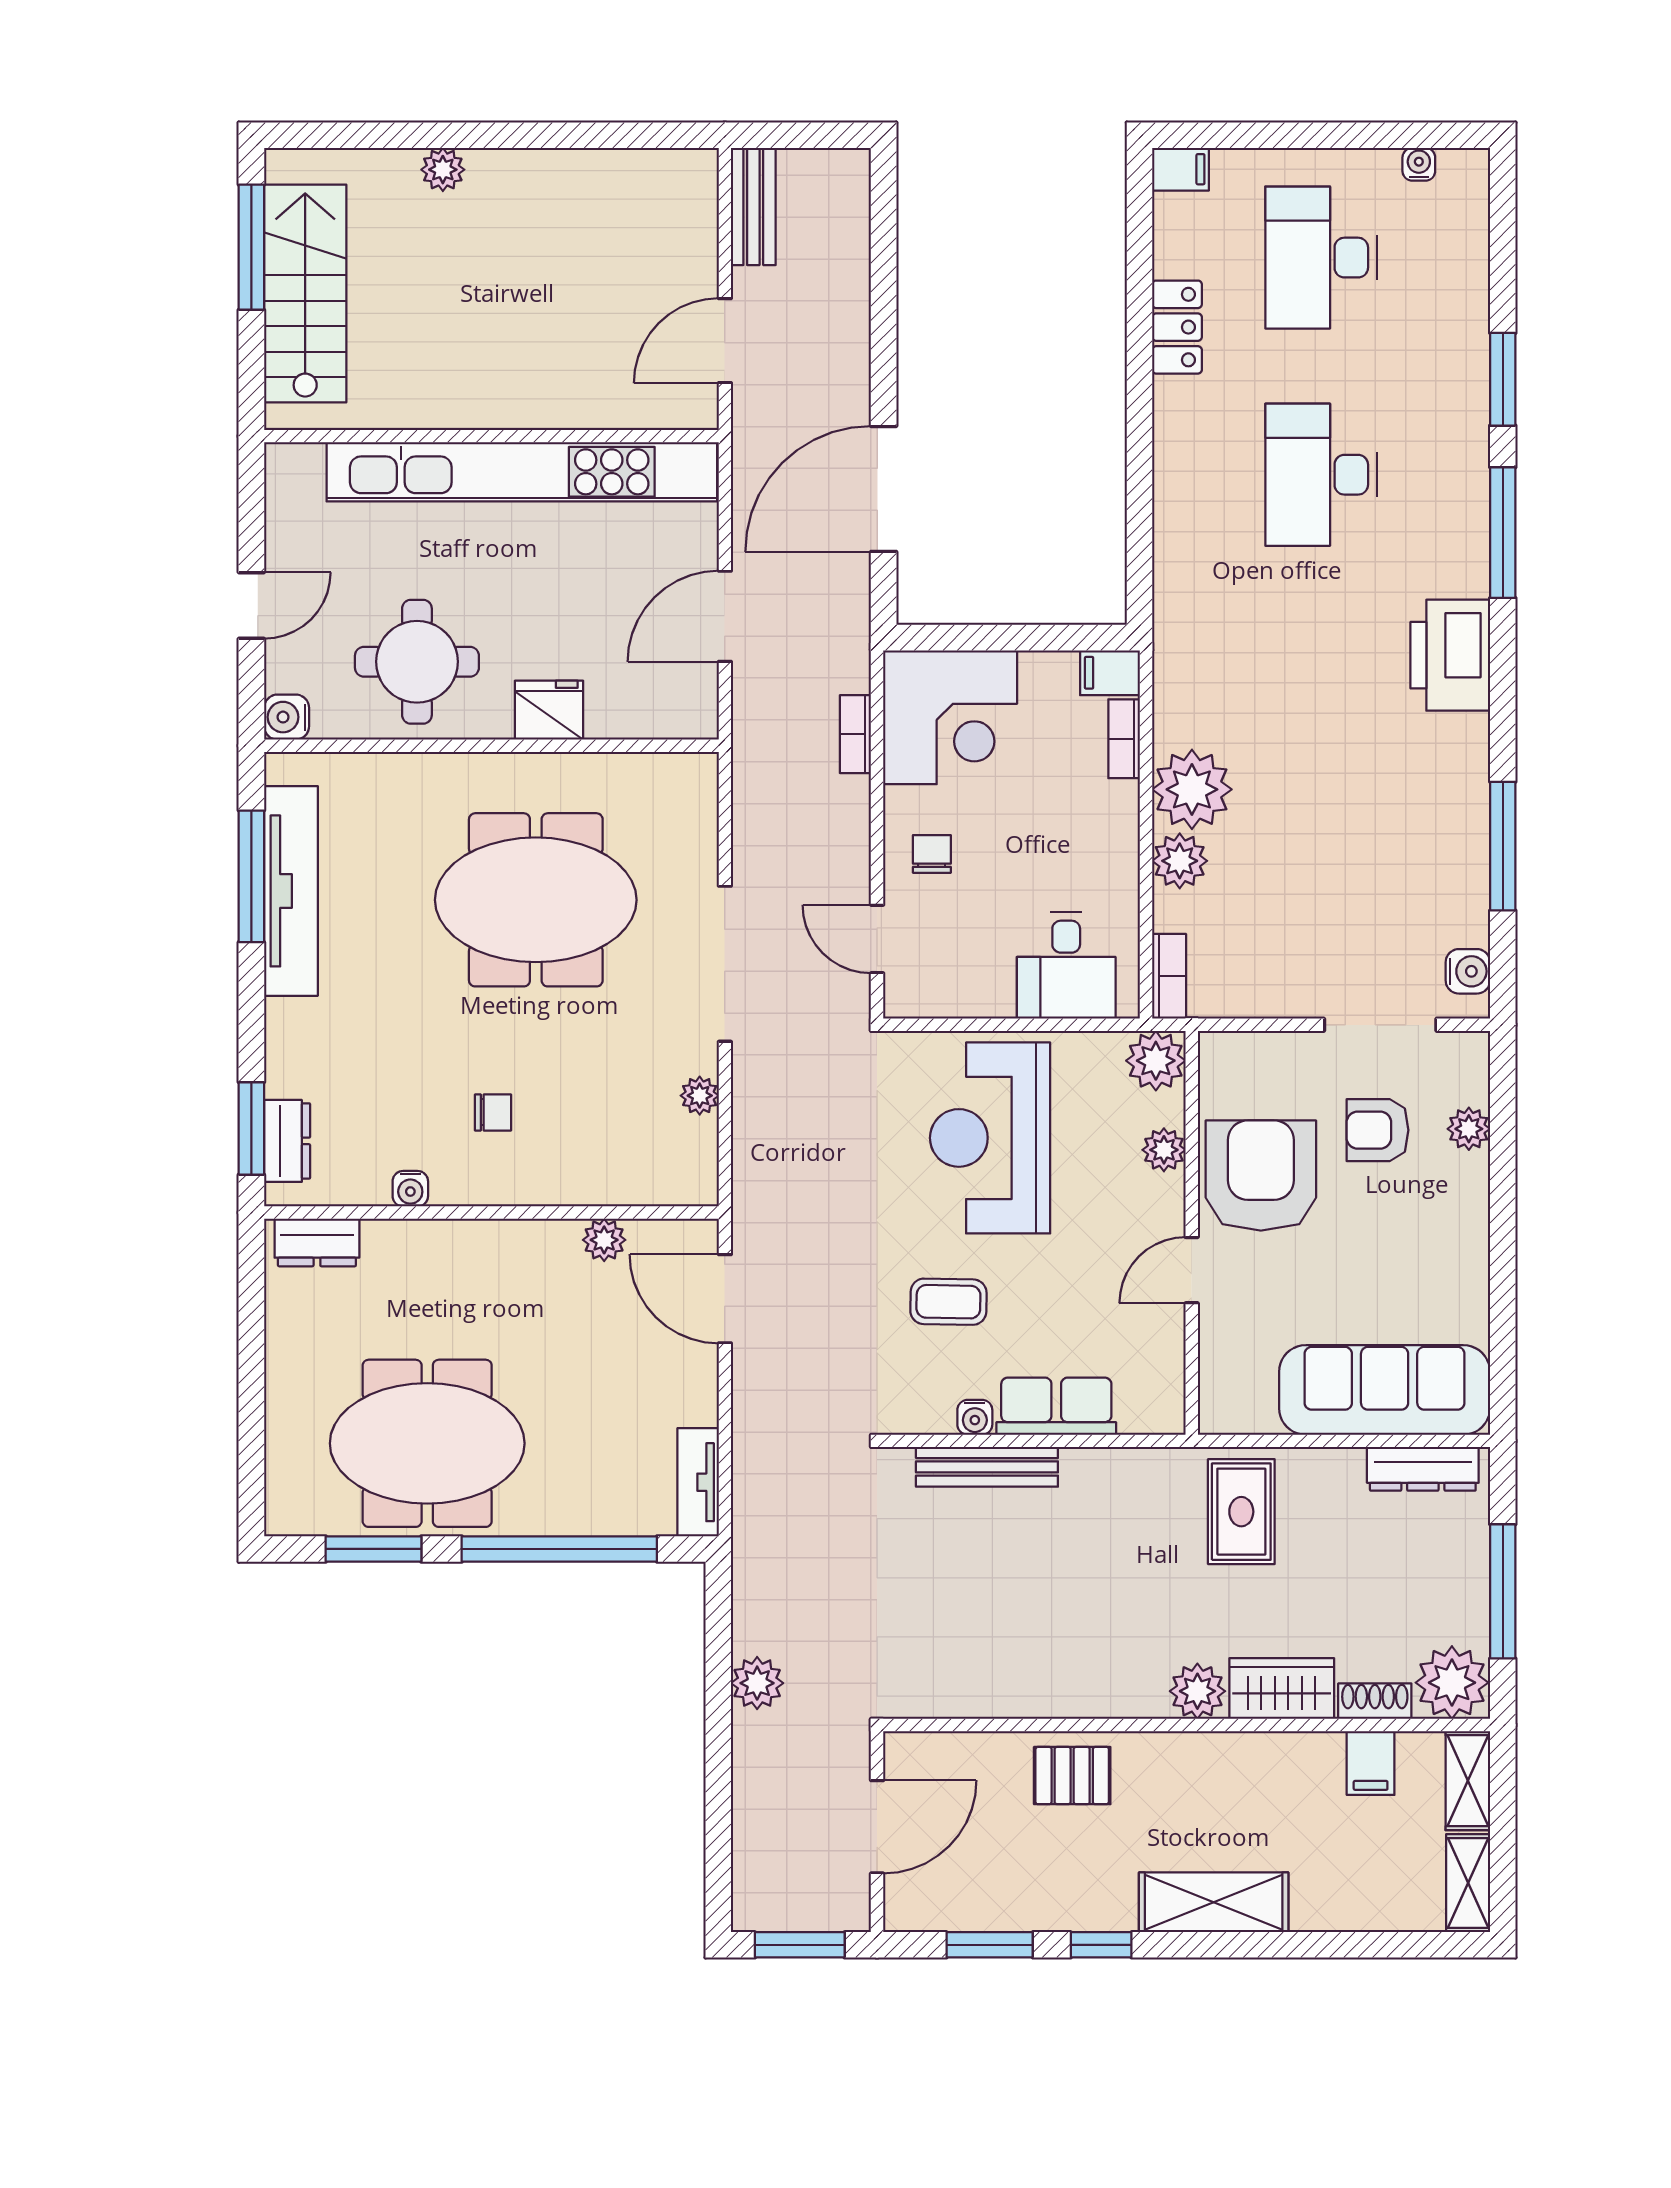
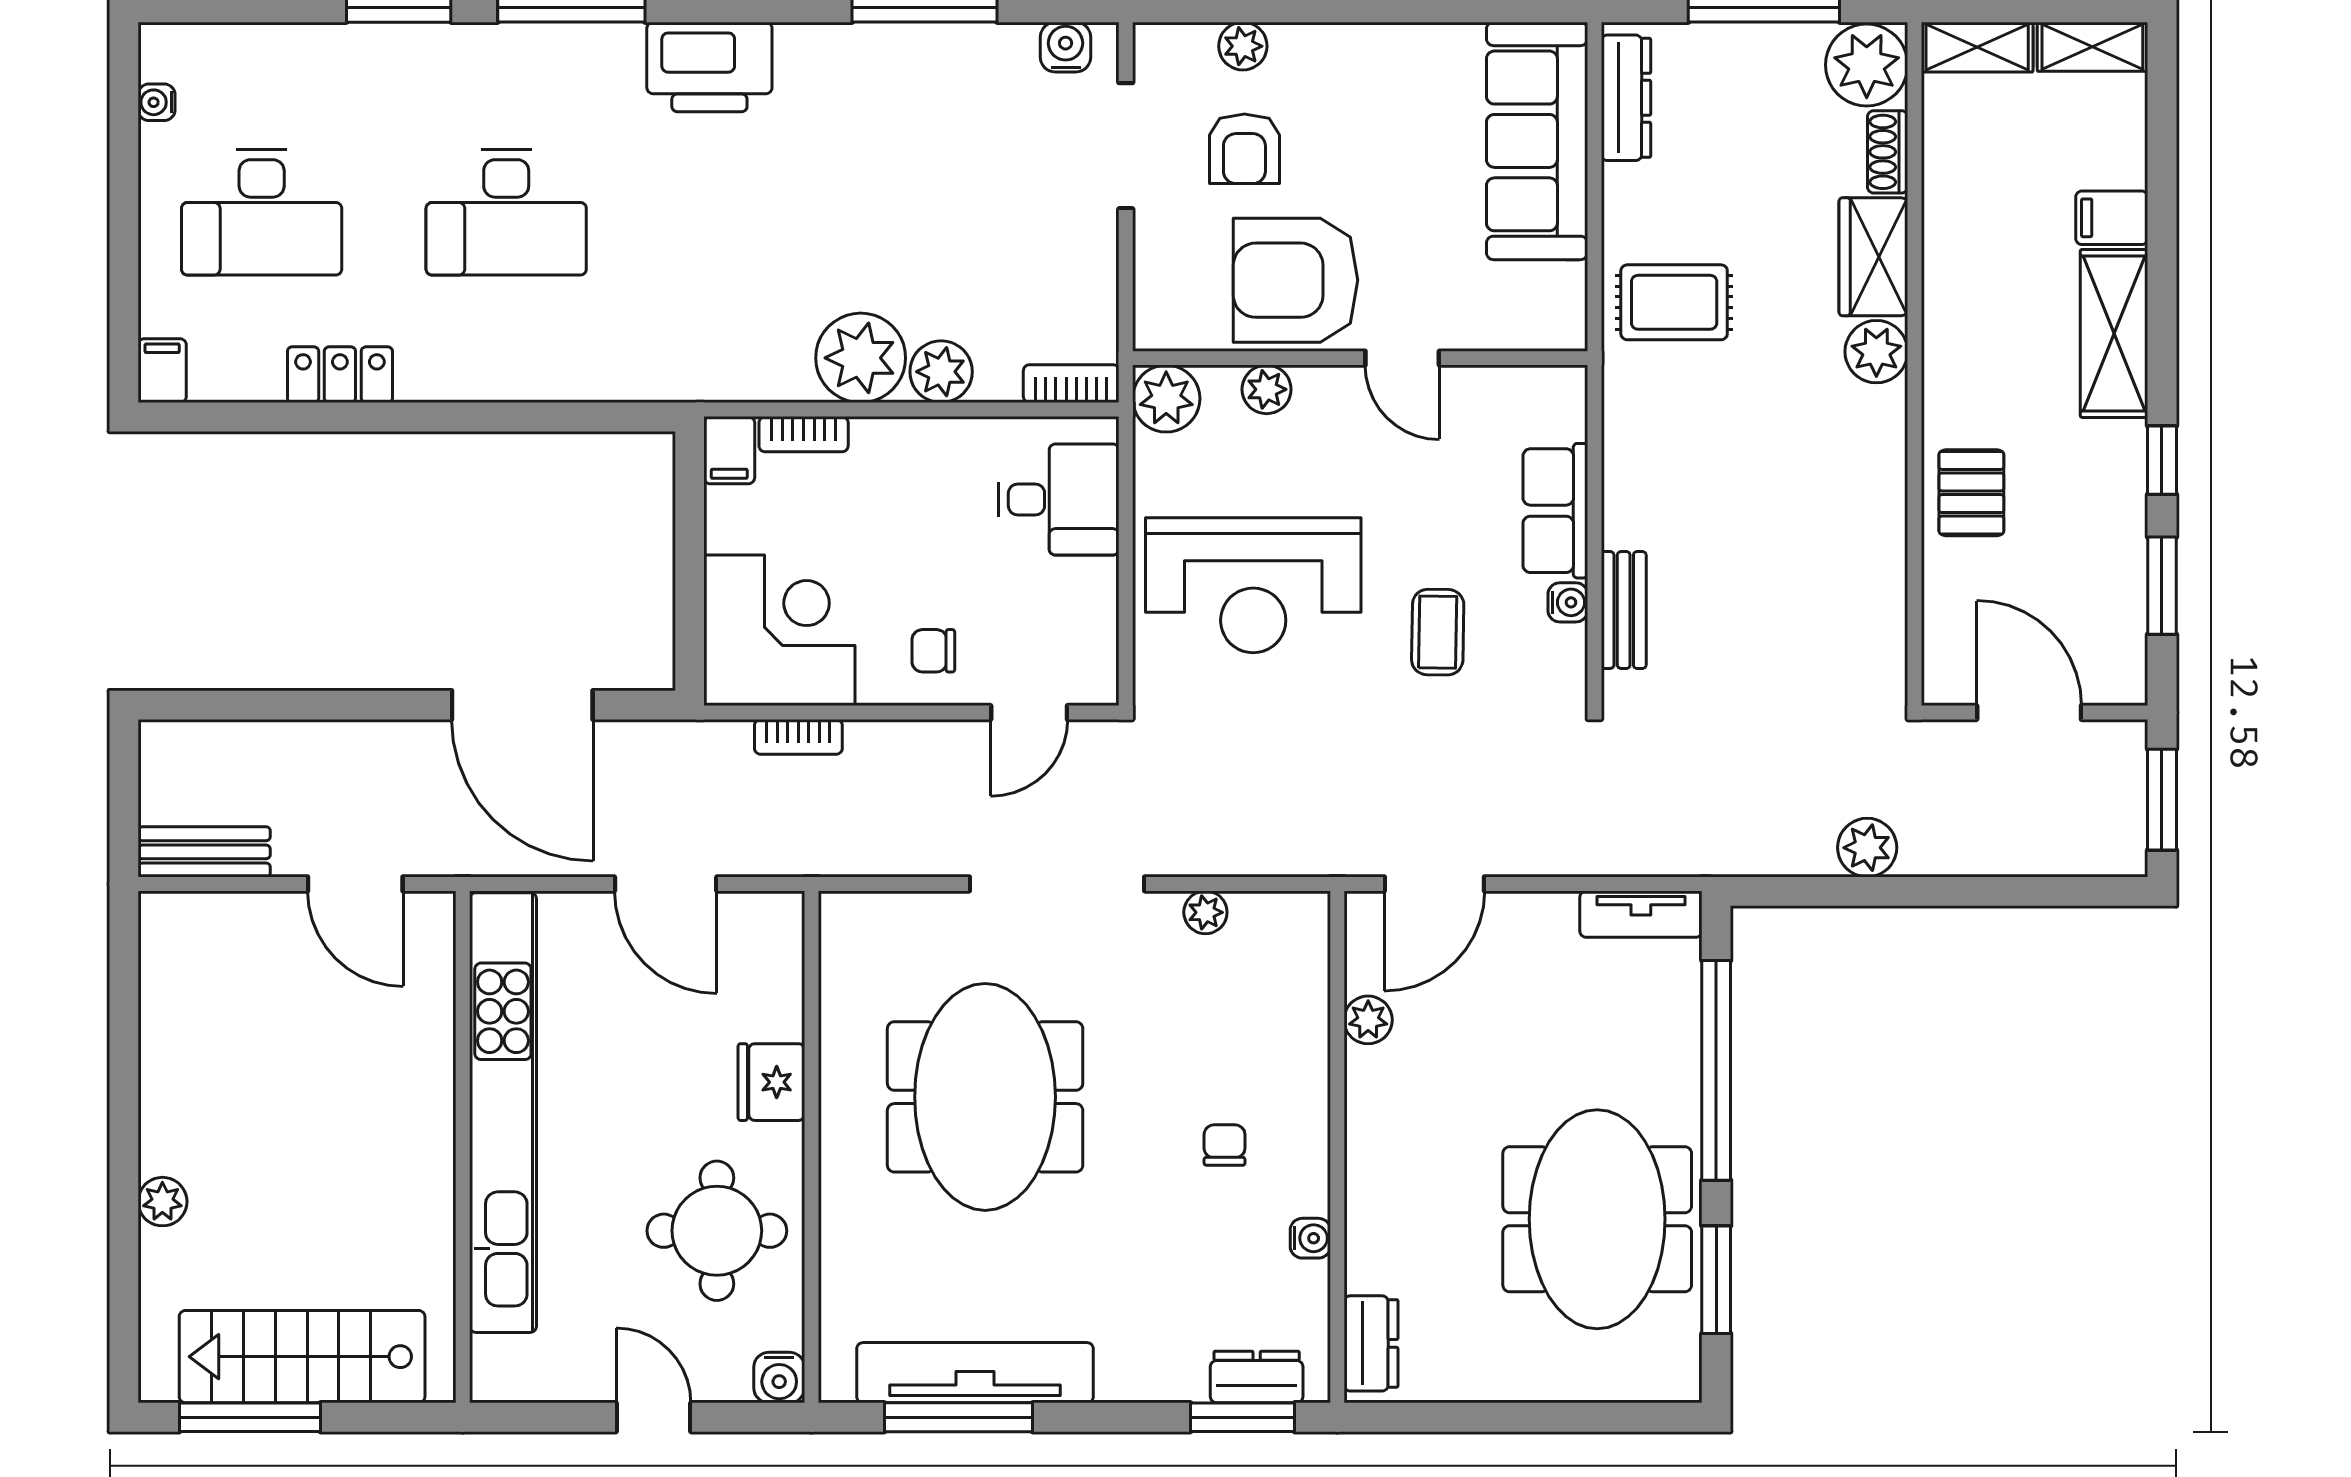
bench: (987, 1467) -> (1624, 610), width x0.73
filing cabinet: (1371, 1763) -> (2112, 218), moved, turned 180

